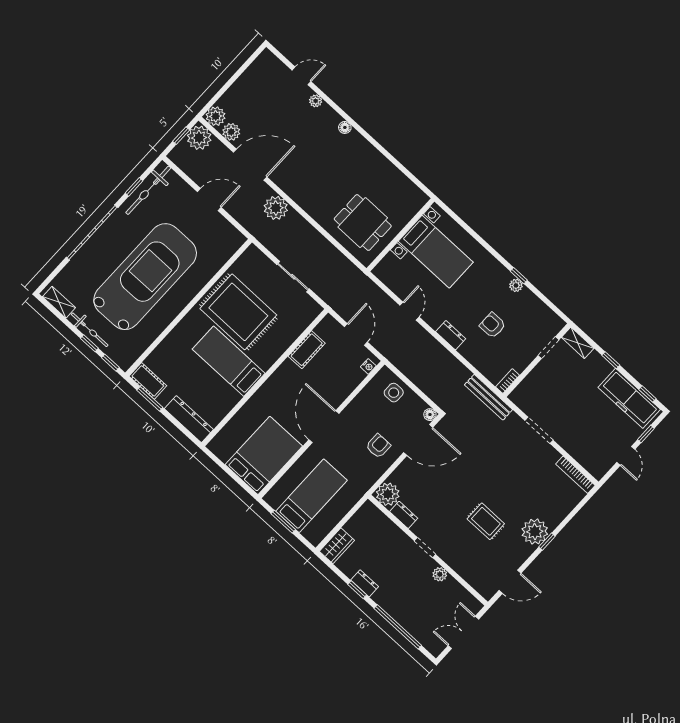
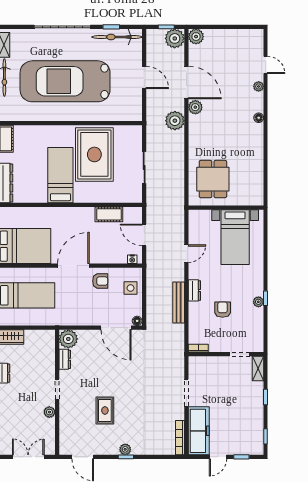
plant: (231, 132) -> (195, 107), moved
car: (145, 277) -> (65, 81), turned 180
door: (356, 334) -> (144, 235), swing flipped
bench: (489, 397) -> (179, 302), moved
freezer: (629, 398) -> (199, 431), moved, turned 180
armchair: (378, 446) -> (100, 281), moved
plant: (535, 532) -> (125, 449), width x0.53, depth x0.53

